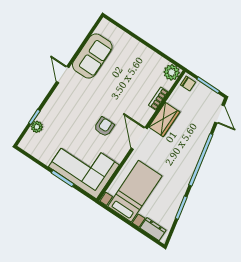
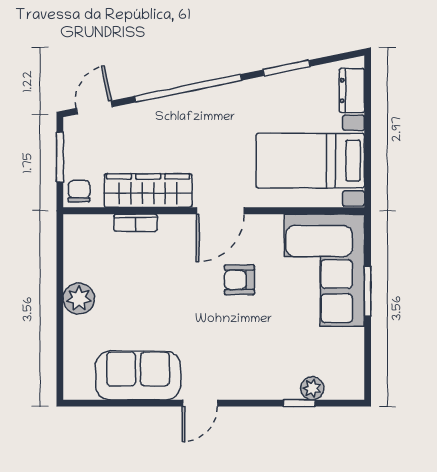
plant: (172, 72) -> (79, 299), moved
wardrobe: (164, 119) -> (148, 191), width x1.50

